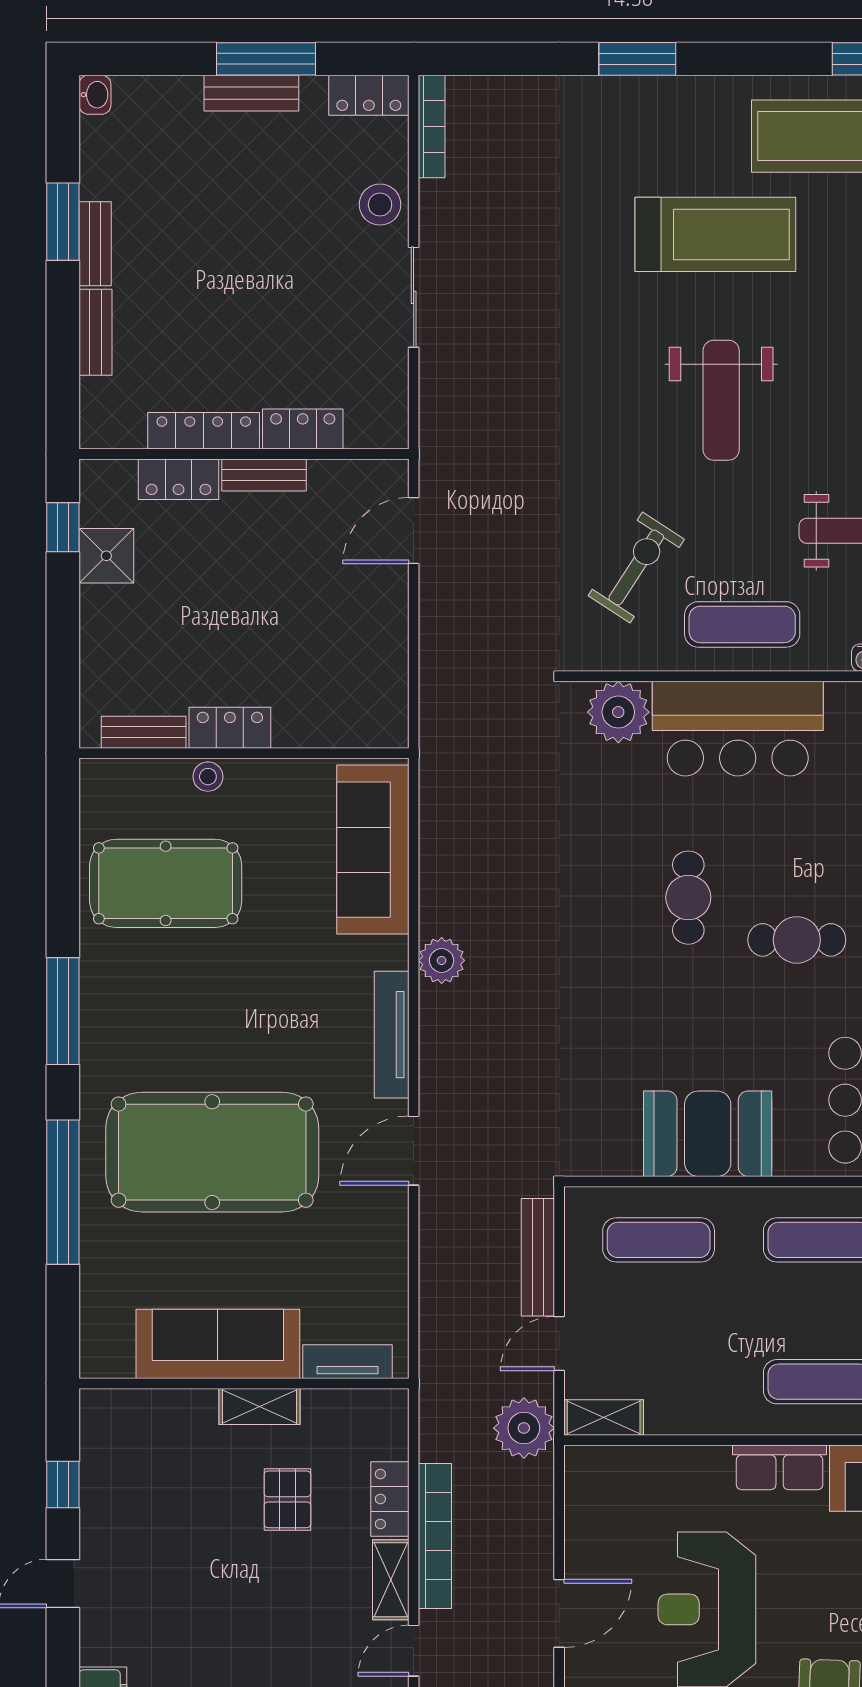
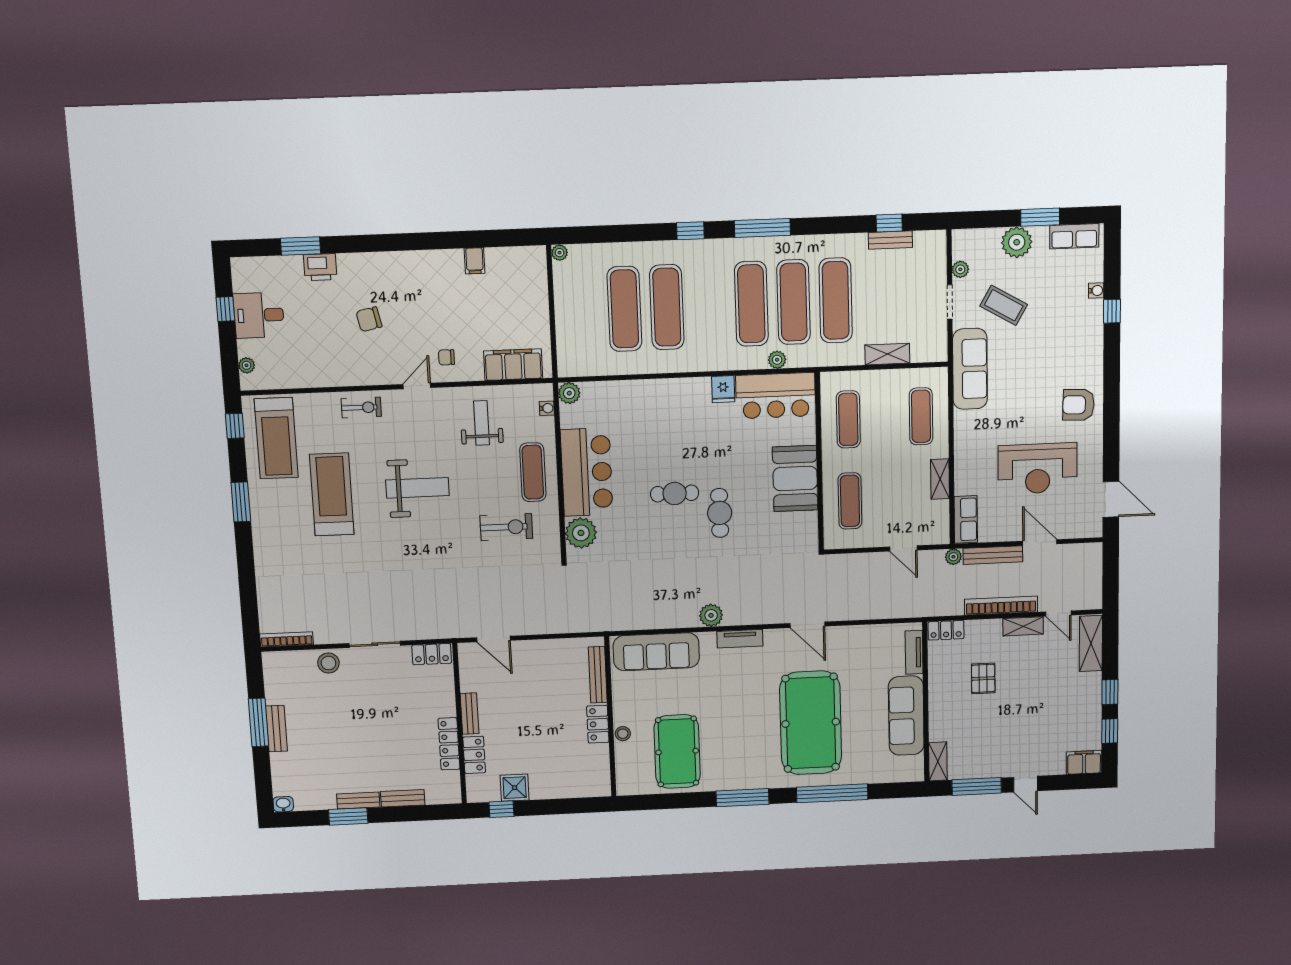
window: (637, 59) -> (241, 502), moved
locker: (369, 95) -> (273, 671), removed
locker: (303, 429) -> (432, 654), moved, turned -90
exercise bike: (636, 568) -> (506, 527), turned 147
bench: (144, 732) -> (598, 675), moved, width x1.36
cafe table: (797, 940) -> (720, 513), moved
tv unit: (392, 1035) -> (740, 639), width x0.71
bench: (538, 1257) -> (993, 555), moved
shelving: (260, 1407) -> (938, 761), moved
shelving: (604, 1417) -> (940, 479), moved
plant: (524, 1428) -> (953, 557), width x0.53, depth x0.53
row of seats: (780, 1467) -> (966, 519), moved
window: (63, 1485) -> (977, 786), width x2.17
pallet: (287, 1499) -> (983, 678), turned 90
locker: (390, 1499) -> (946, 630), moved

